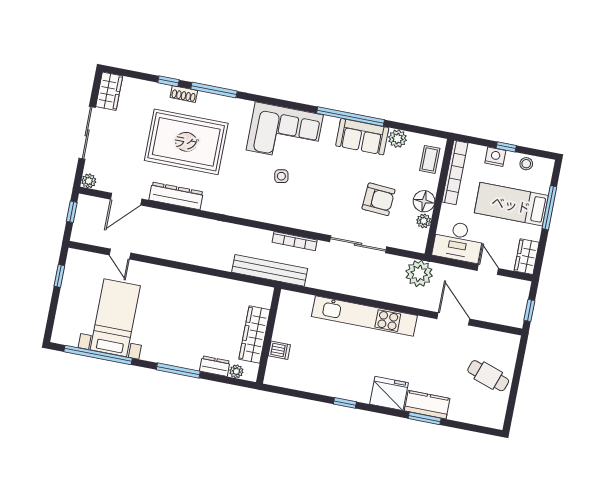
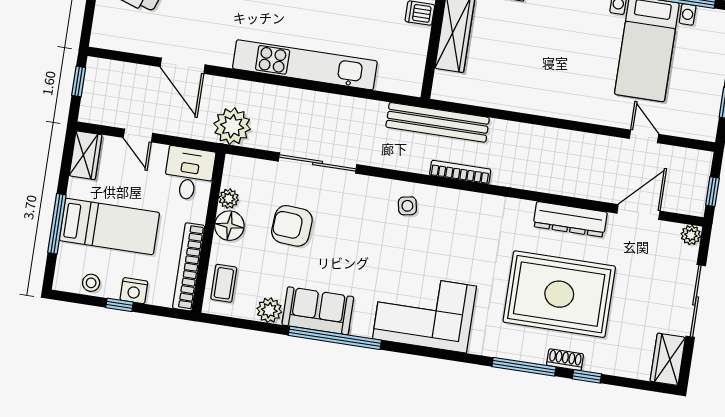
side table: (281, 176) -> (407, 206), moved
bookcase: (295, 241) -> (460, 172), moved
desk: (458, 241) -> (189, 174), width x0.73

